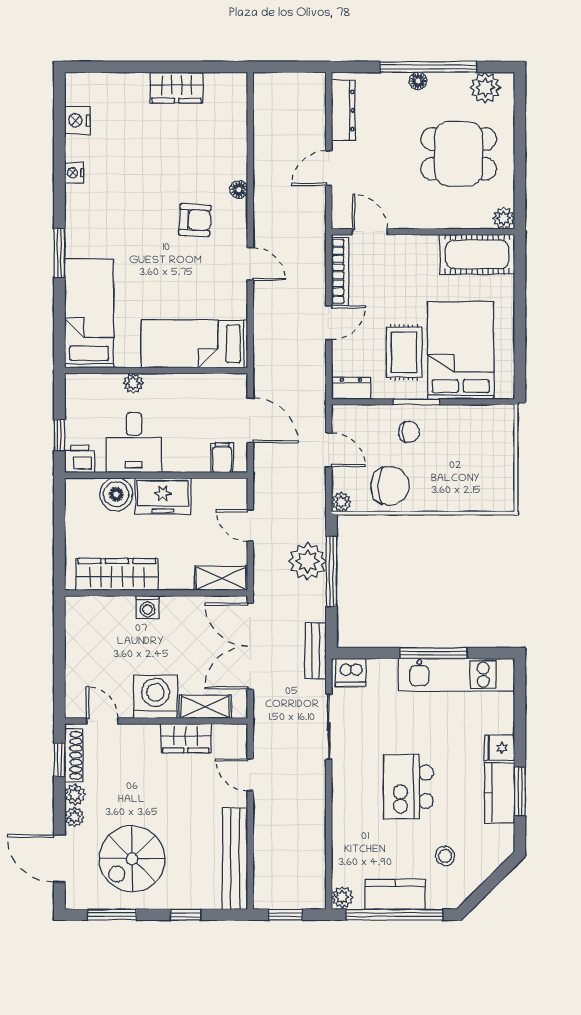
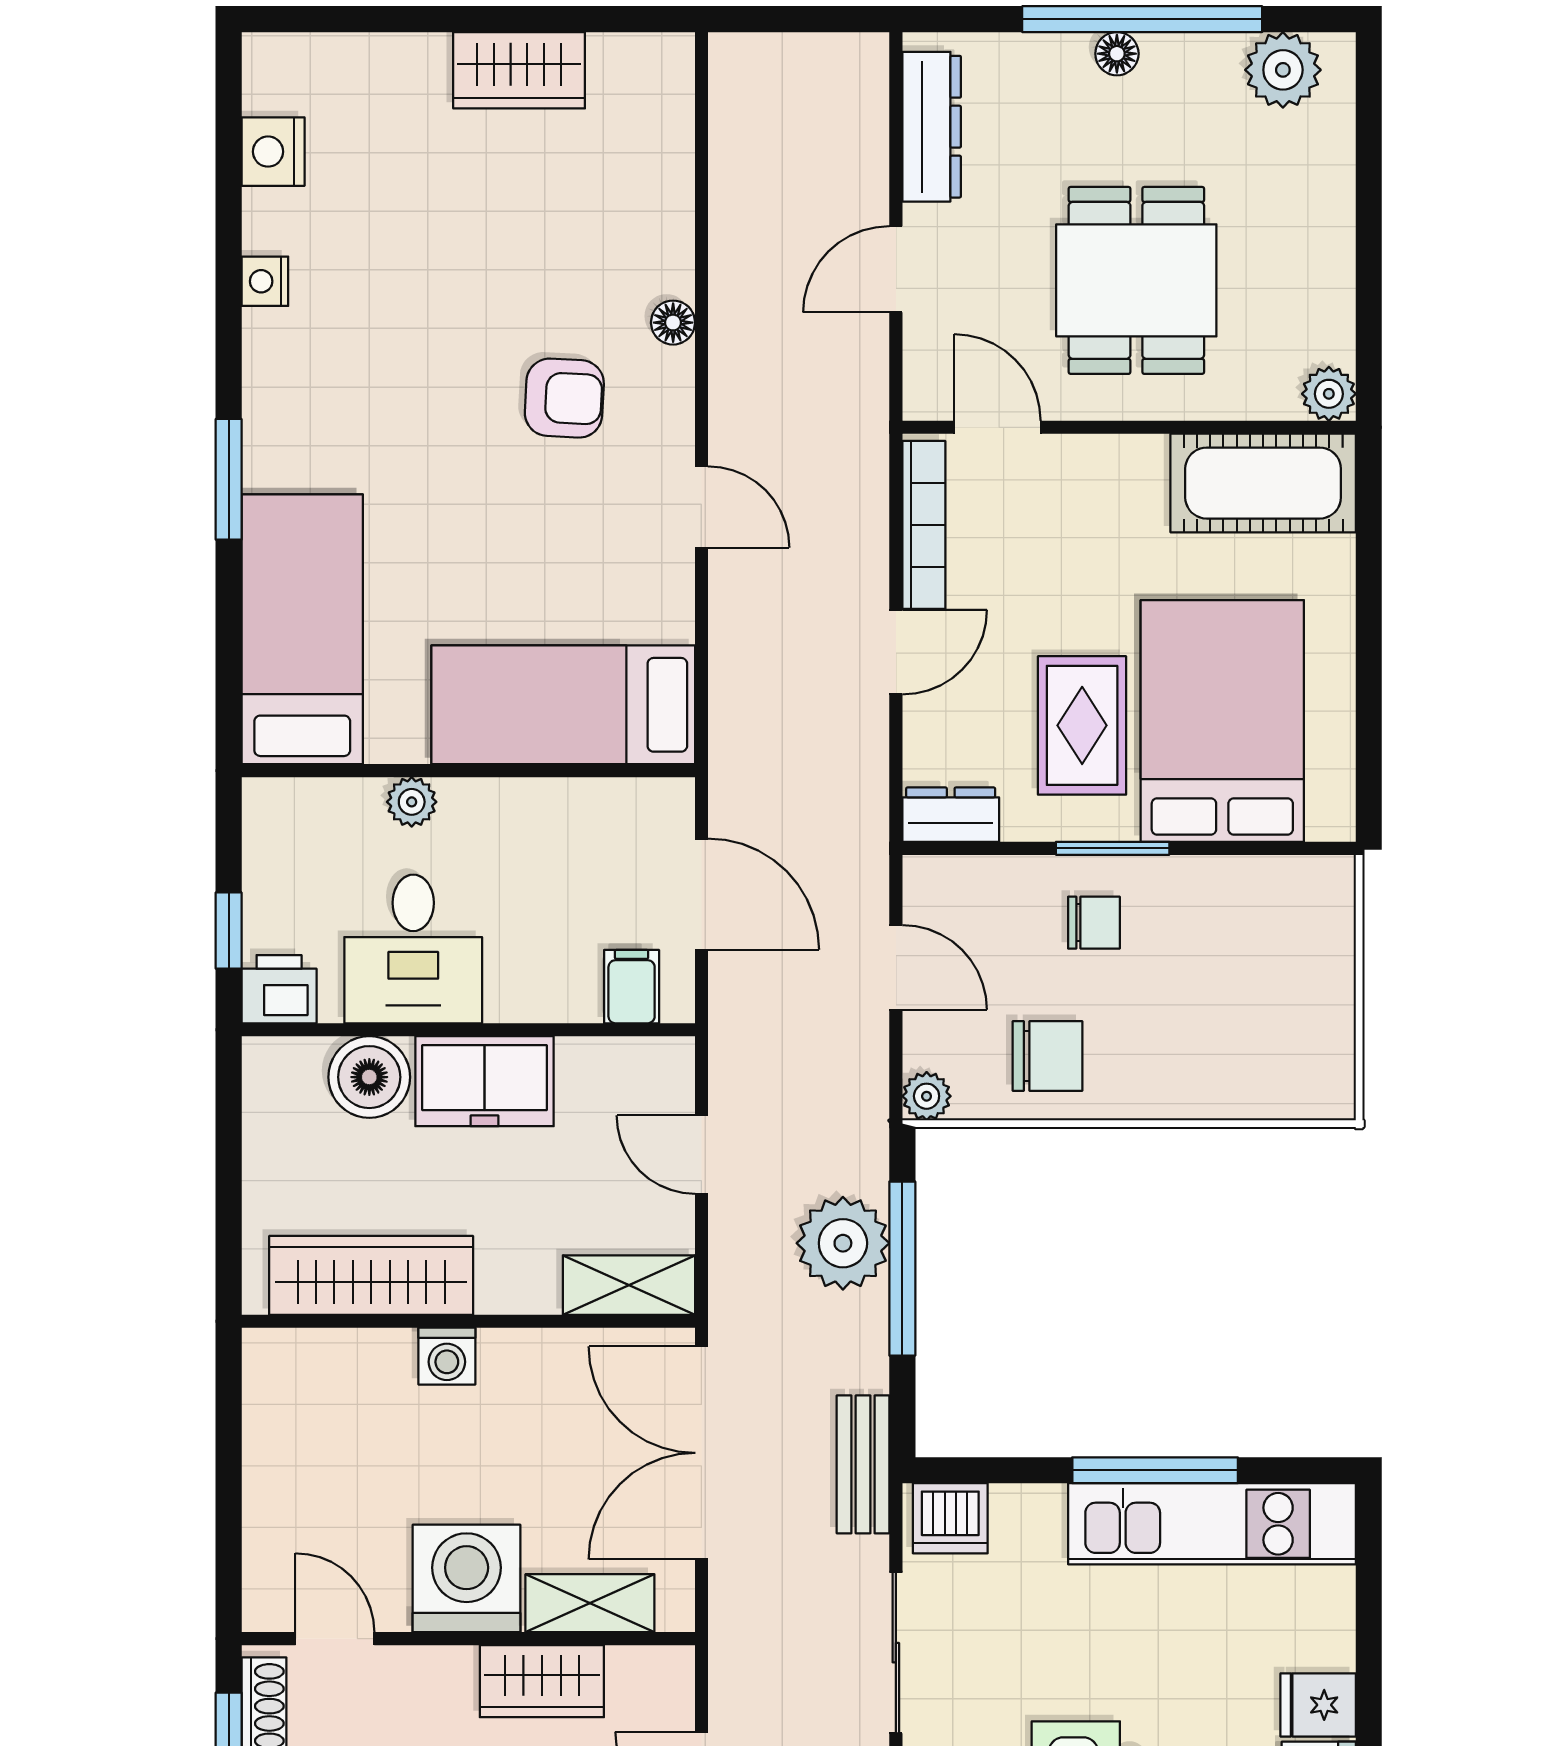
dining table: (459, 154) -> (1136, 280), moved, turned 90
chair: (390, 486) -> (1047, 1056), width x0.73, depth x0.73

